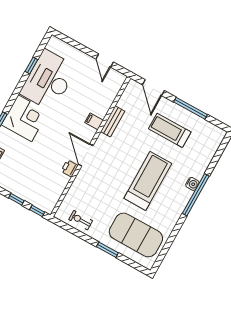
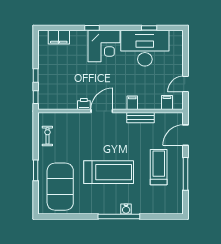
filing cabinet: (112, 88) -> (167, 103), added

